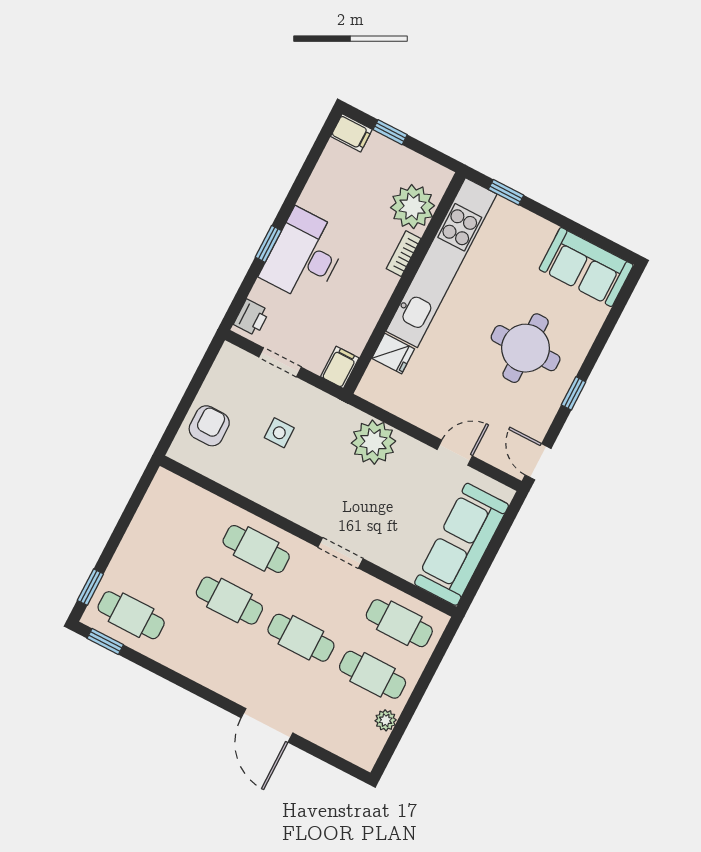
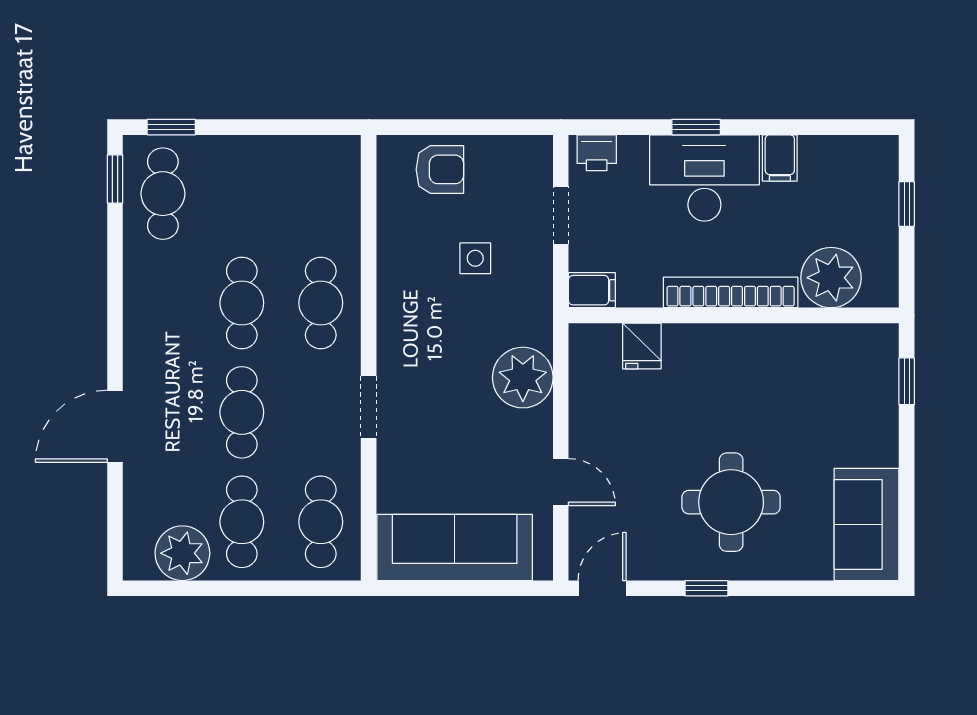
filing cabinet: (351, 133) -> (780, 158), moved
bookcase: (404, 254) -> (731, 292), width x2.31, depth x1.31
kitchen unit: (441, 263) -> (782, 347), removed
plant: (386, 720) -> (182, 553), width x1.88, depth x1.88

